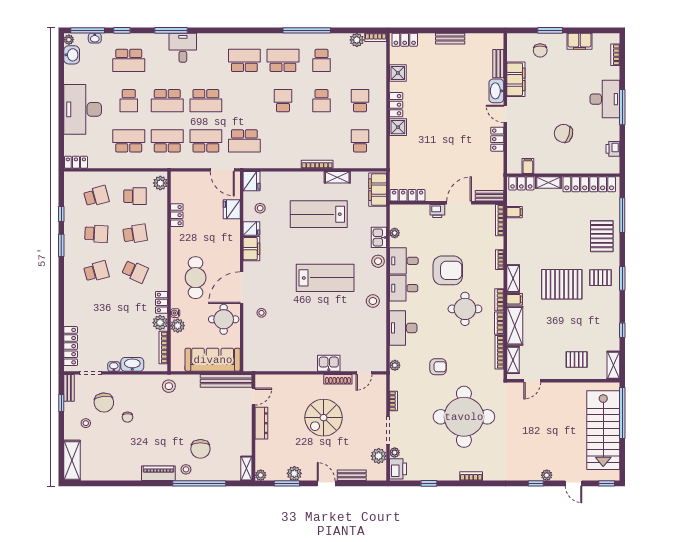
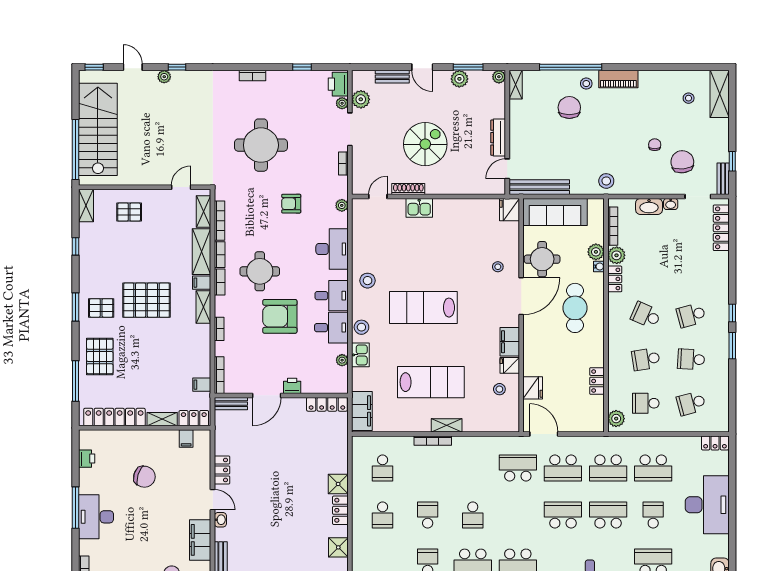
washbasin: (496, 91) -> (220, 520), width x0.52, depth x0.69
shelving: (337, 177) -> (447, 425), moved
fridge: (252, 181) -> (509, 210), moved
window: (61, 214) -> (732, 313), moved
round table: (464, 417) -> (261, 145), width x0.73, depth x0.73
stool: (86, 423) -> (689, 98), moved

